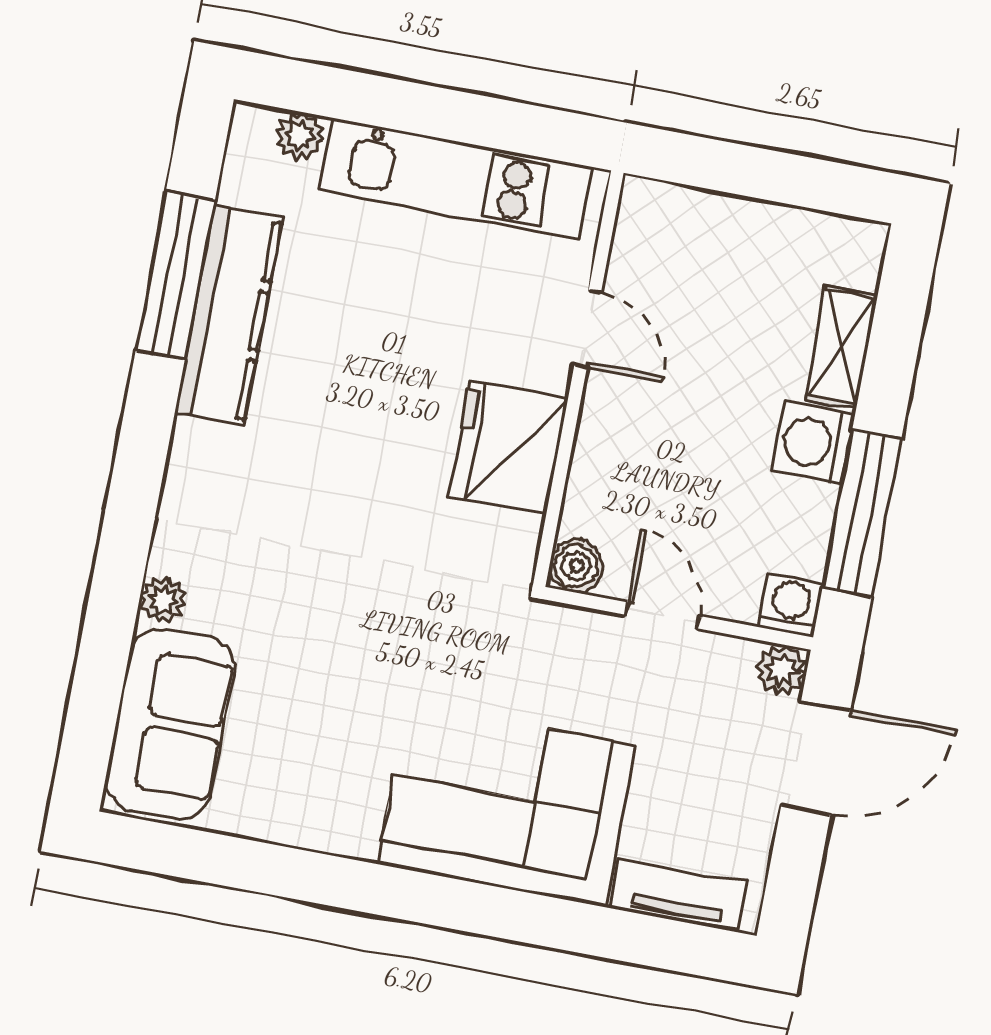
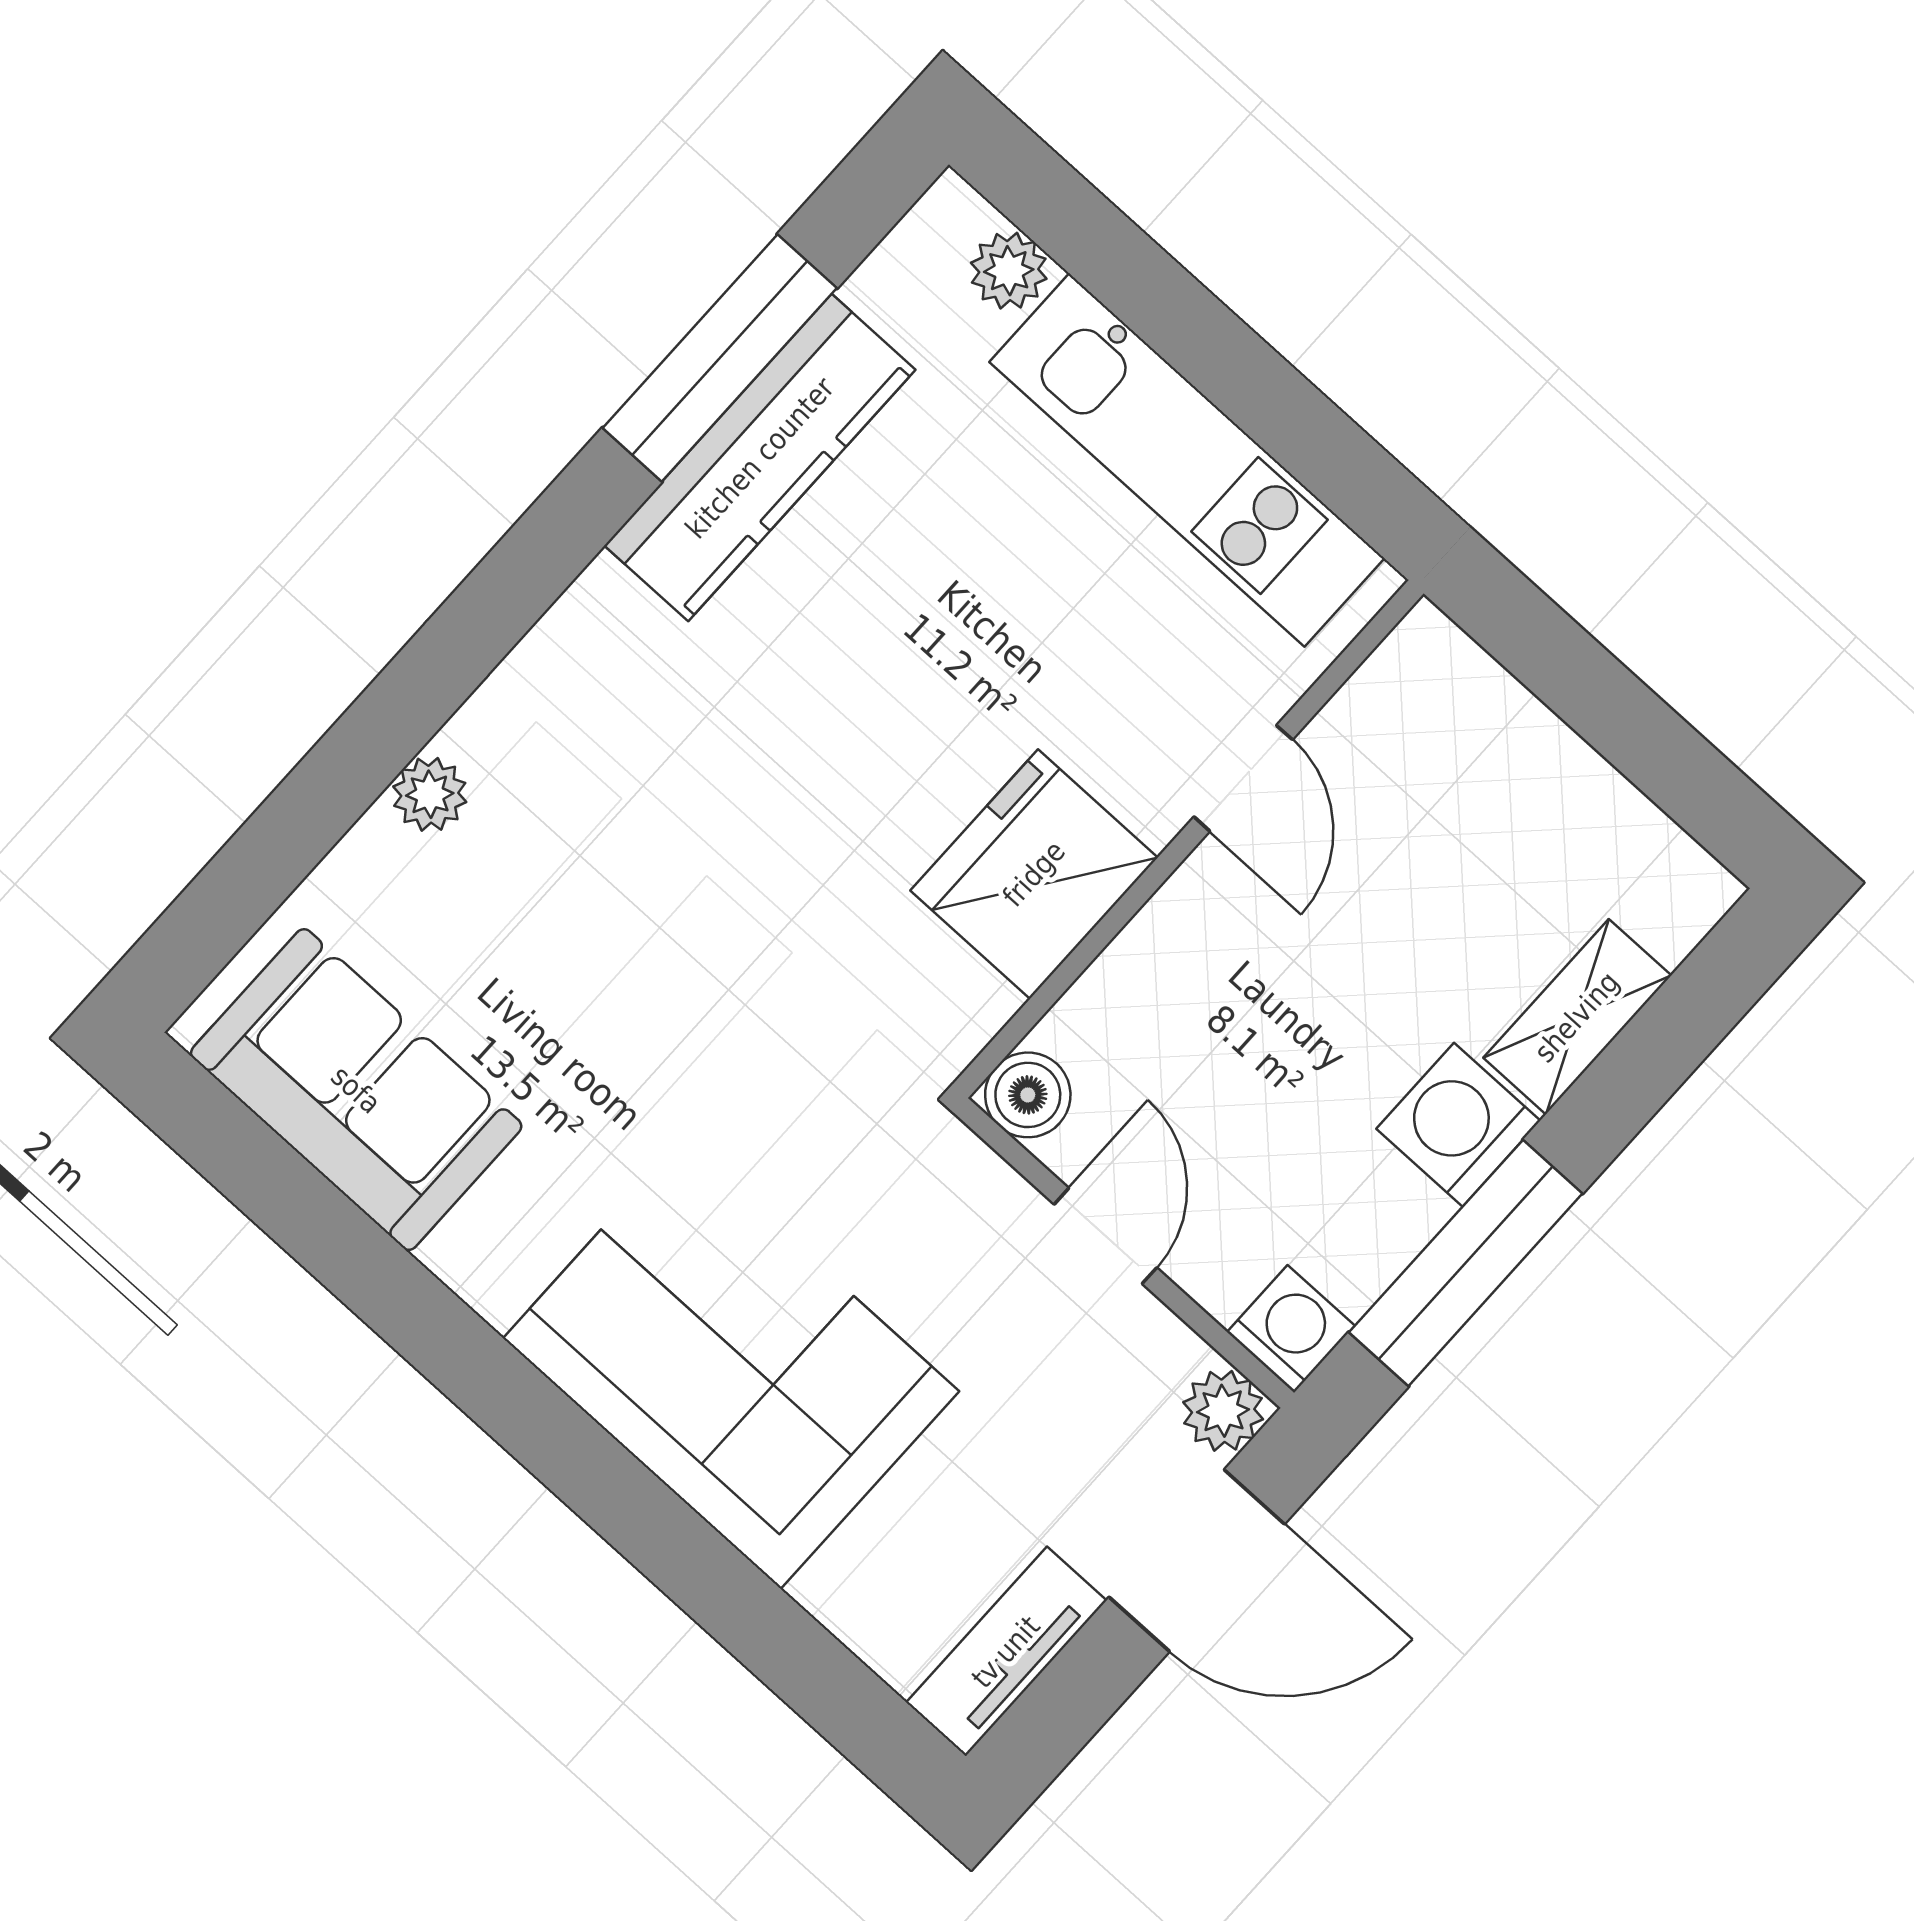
sofa: (170, 724) -> (356, 1090), moved, turned -90
tv unit: (678, 896) -> (1006, 1652), moved, turned -90

